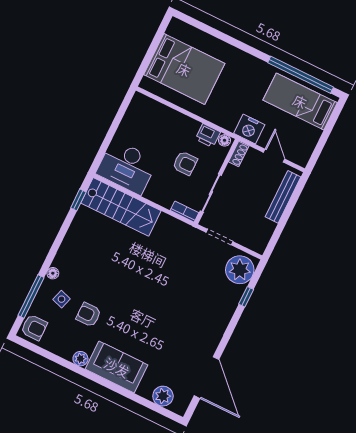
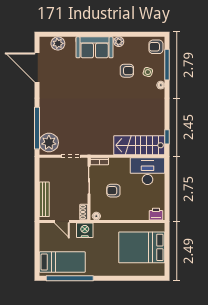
printer: (208, 136) -> (156, 214), moved
window: (246, 297) -> (37, 128), width x3.17

